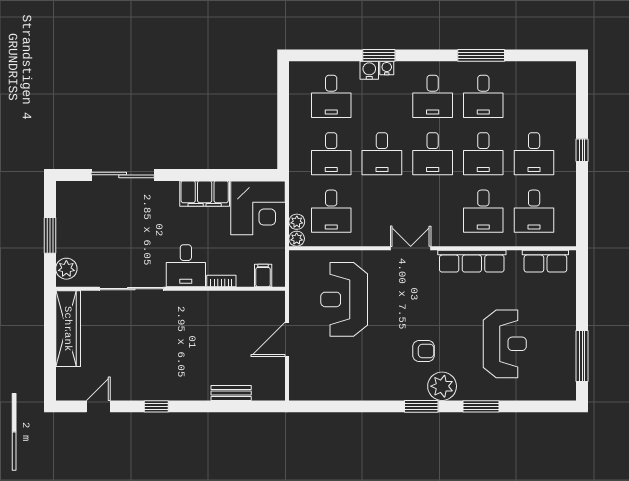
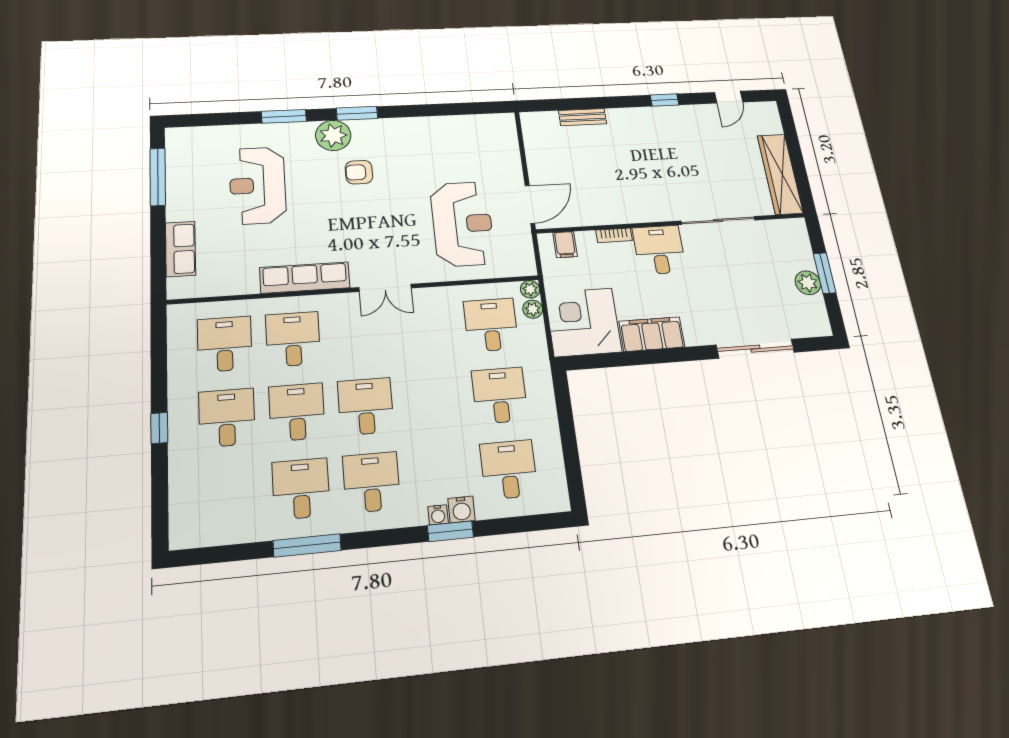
desk: (382, 154) -> (433, 401), removed
row of seats: (545, 261) -> (181, 249), moved, turned 90
plant: (66, 269) -> (808, 283), moved
door: (287, 339) -> (530, 204), moved

